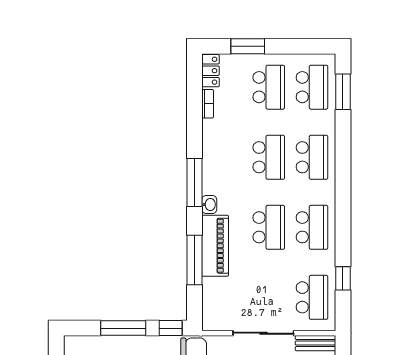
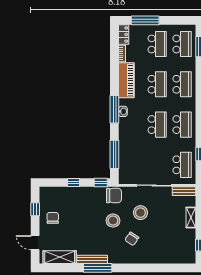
window: (248, 46) -> (145, 20), width x1.44
window: (194, 182) -> (114, 109), moved
piano: (215, 246) -> (126, 80), moved
window: (194, 260) -> (114, 154), moved
window: (123, 328) -> (73, 182), width x0.46

